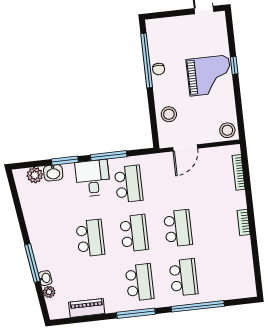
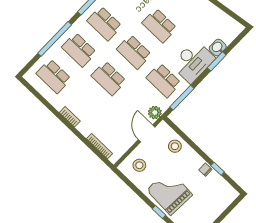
window: (147, 60) -> (218, 169), width x0.32
grand piano: (209, 75) -> (170, 192), turned 93
stool: (227, 130) -> (139, 165), moved
window: (109, 156) -> (182, 98), moved
plant: (35, 175) -> (155, 113), moved
desk: (93, 178) -> (193, 62), width x1.37
school desk: (227, 272) -> (54, 76), added

